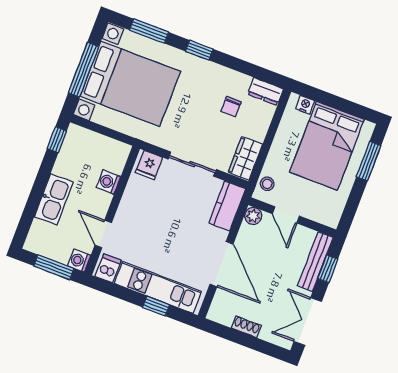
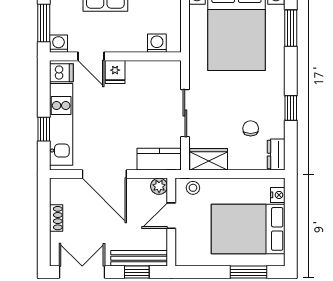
window: (199, 50) -> (291, 108), moved
chair: (231, 107) -> (251, 128), turned 90
fridge: (149, 165) -> (115, 72), moved, turned -90
washing machine: (108, 182) -> (157, 43), moved
door: (103, 234) -> (91, 56), swing flipped
door: (221, 264) -> (104, 174), hinge flipped

